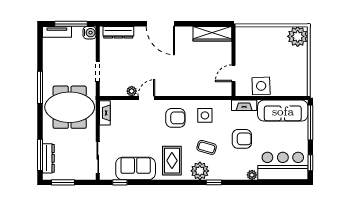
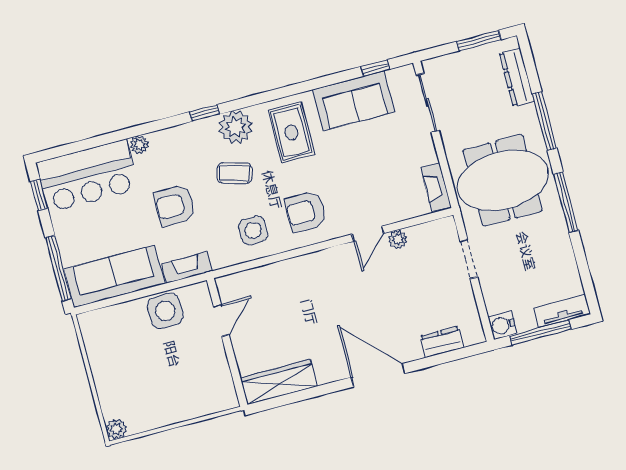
dresser: (118, 32) -> (442, 342), width x0.70
plant: (298, 36) -> (116, 429), width x0.53, depth x0.53
window: (40, 155) -> (545, 121), moved

